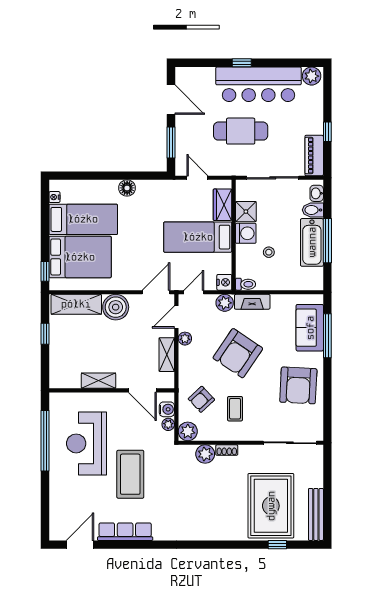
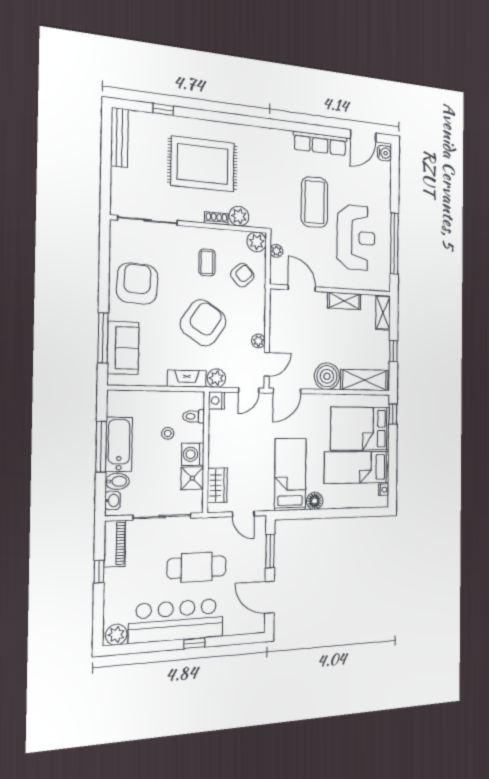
bed: (198, 237) -> (290, 474), moved, turned -90
toilet: (246, 284) -> (194, 416), moved
shelving: (167, 355) -> (383, 313), moved
water cooler: (167, 409) -> (384, 153), moved, turned 180
rug: (271, 506) -> (203, 164), moved, turned 90

